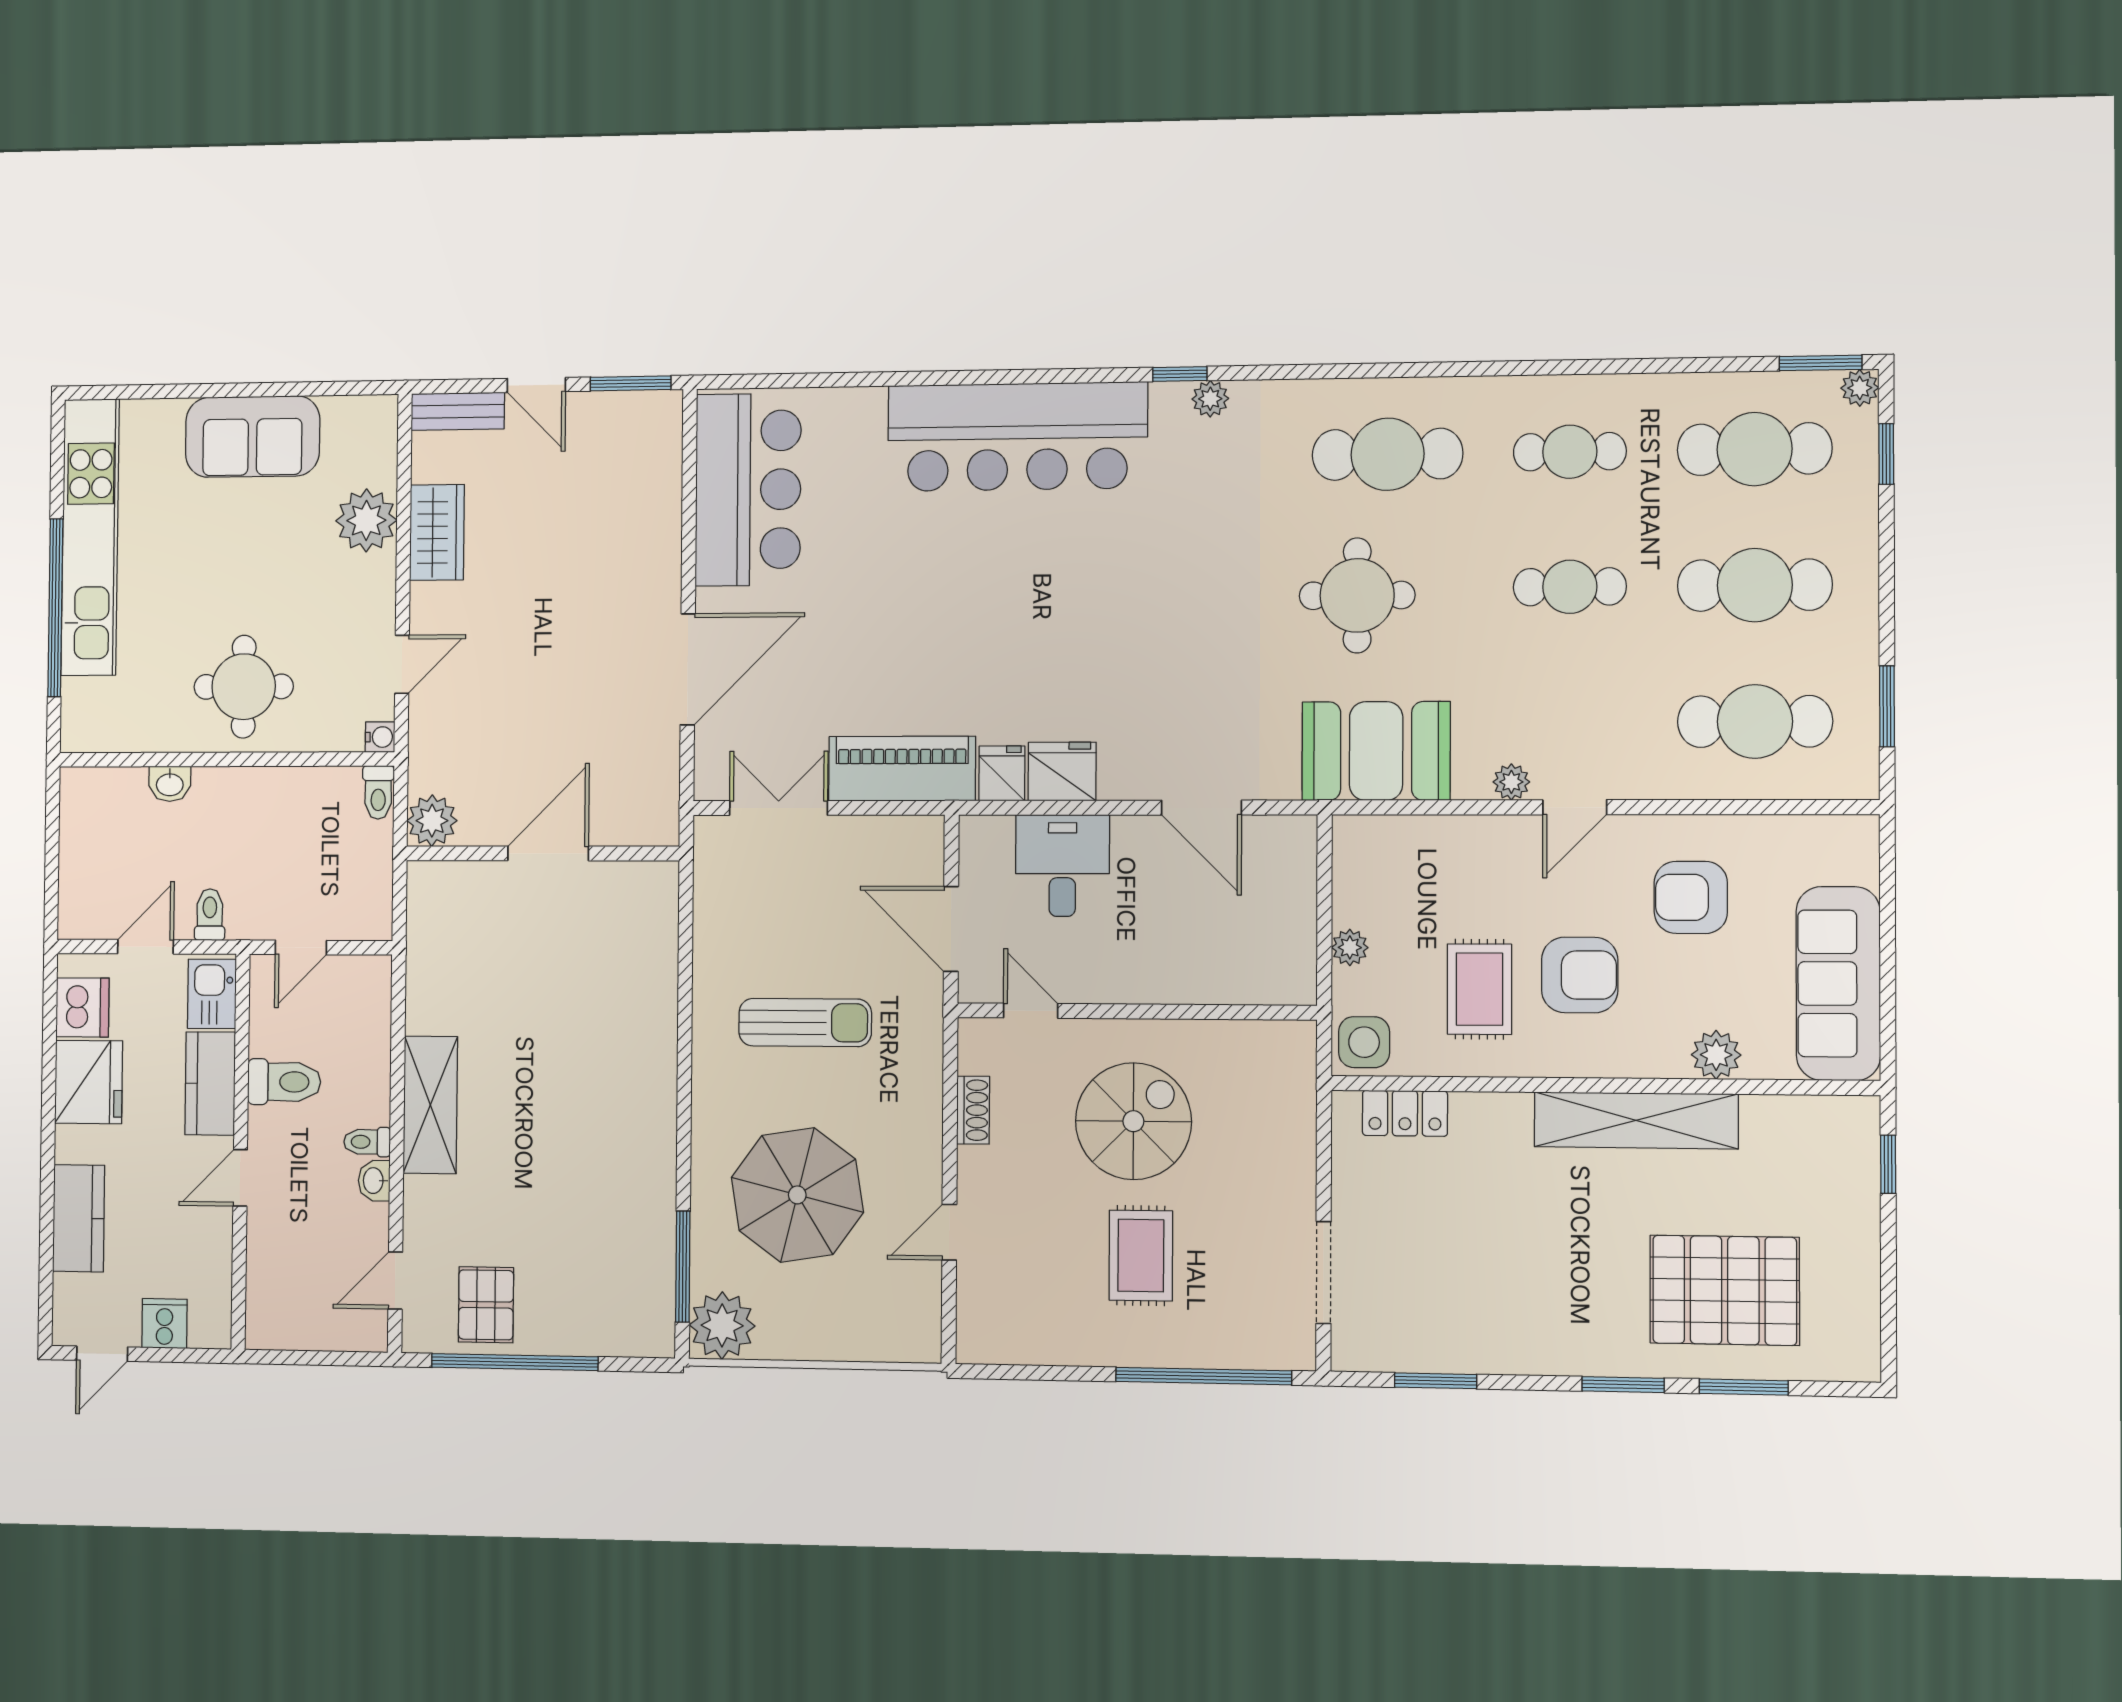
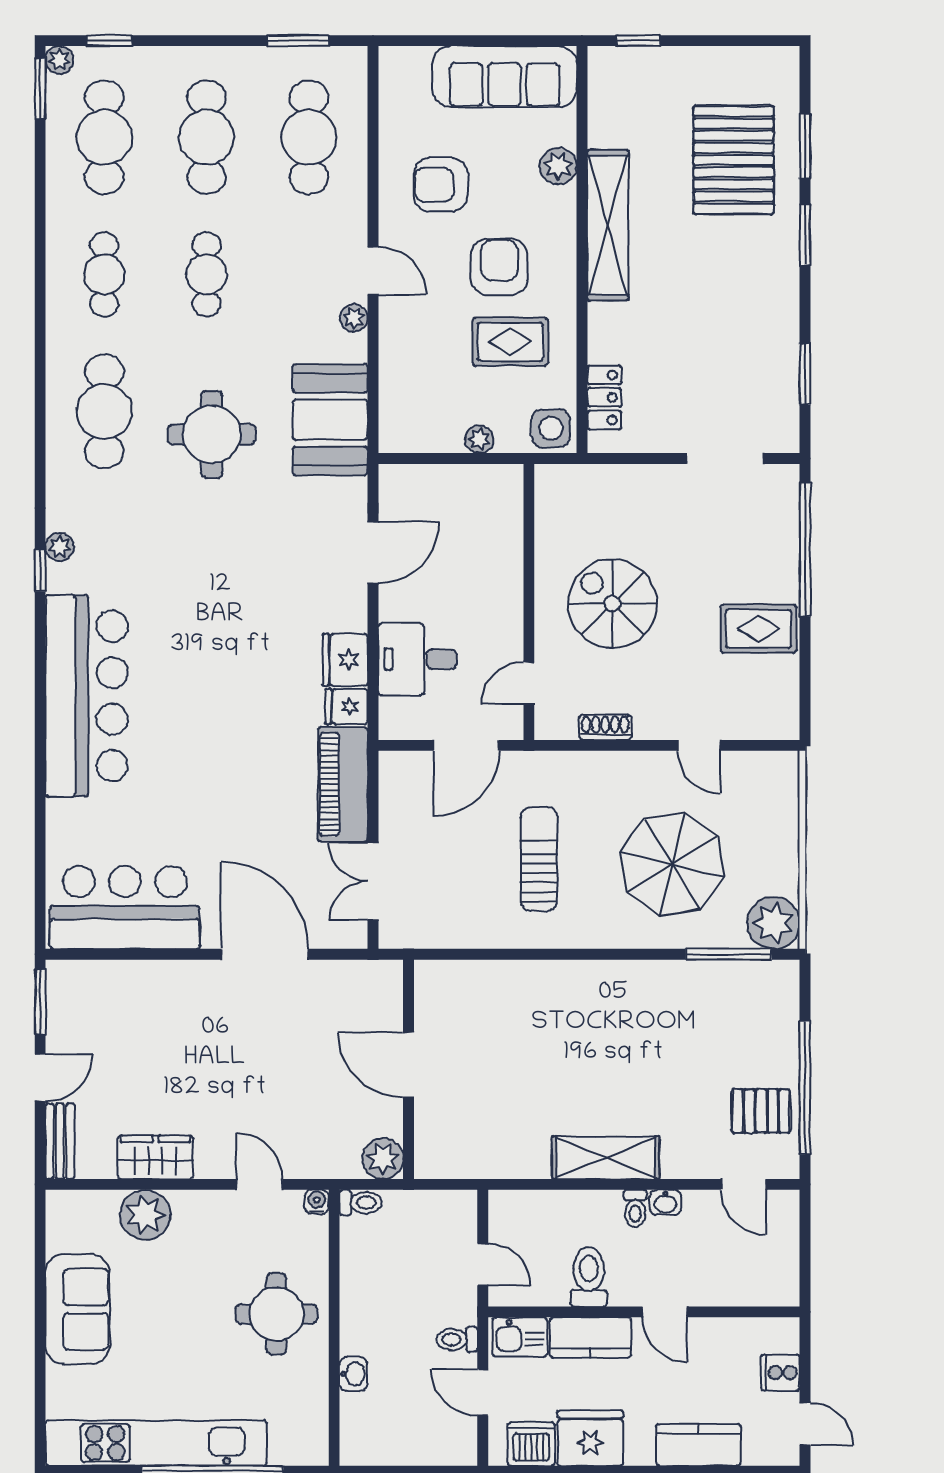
armchair: (1691, 897) -> (441, 185), turned 90
rug: (1141, 1256) -> (758, 629), moved

